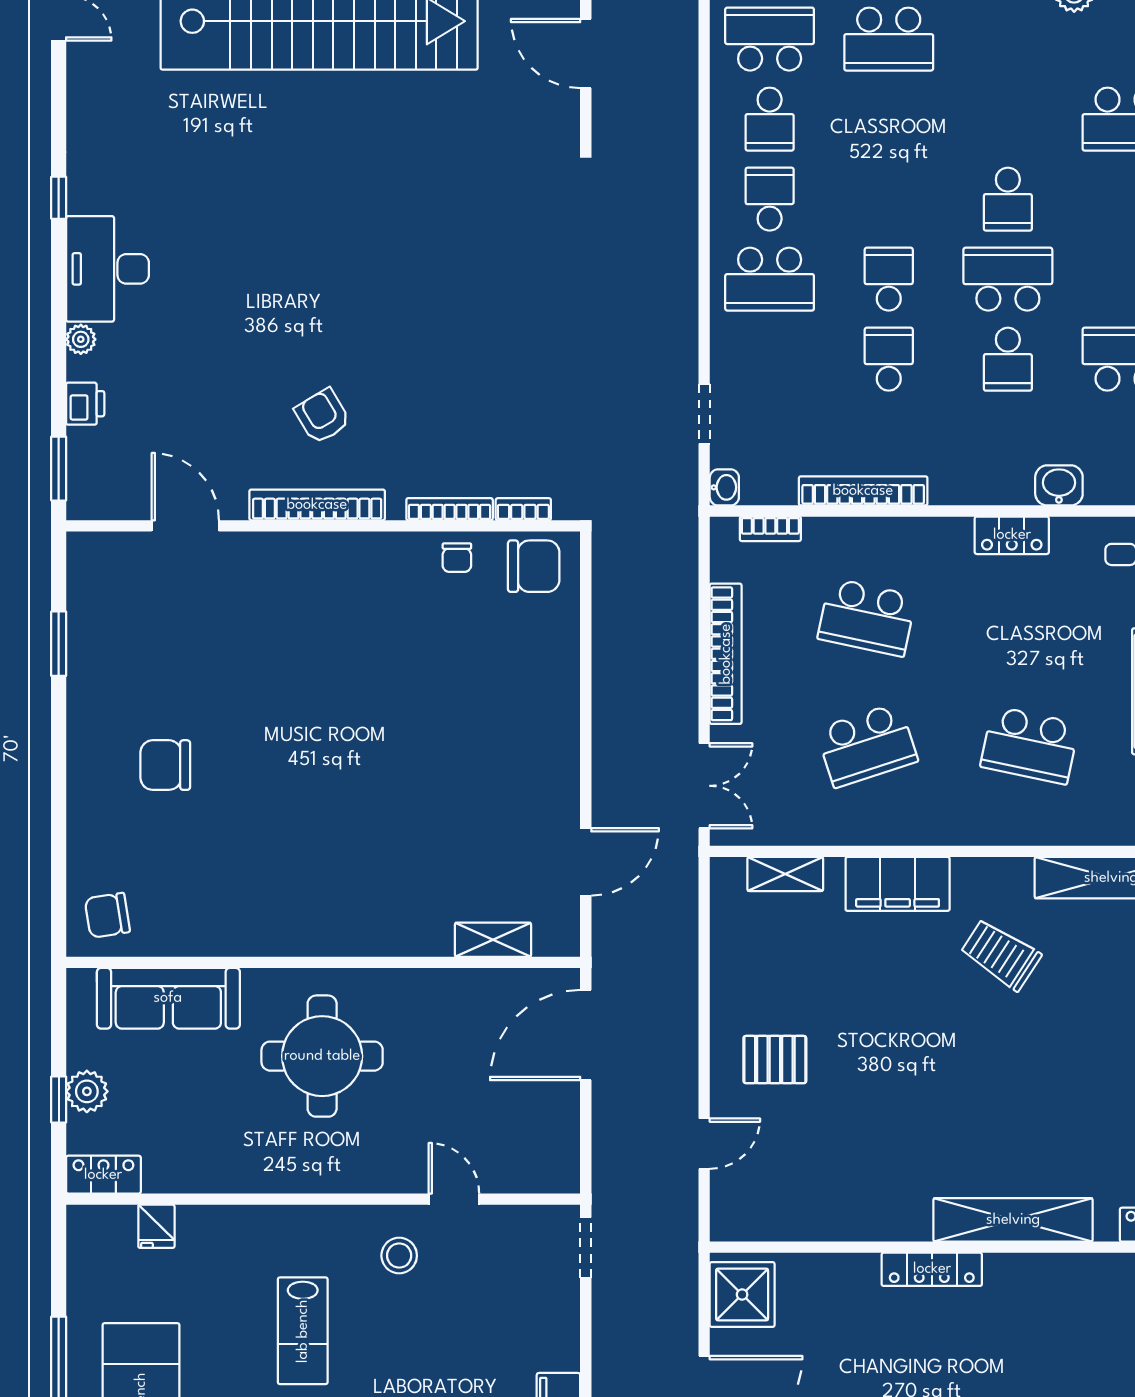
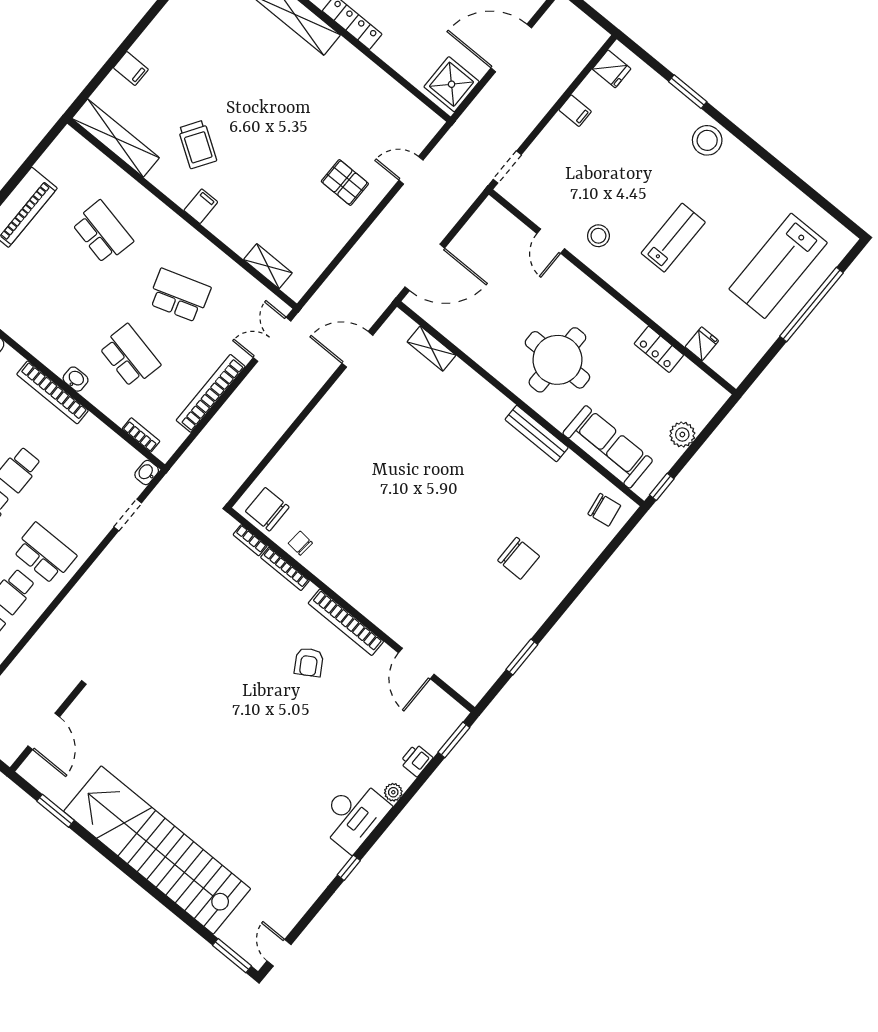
bookcase: (863, 491) -> (52, 392), moved
washbasin: (911, 532) -> (76, 379), added
locker: (1012, 535) -> (29, 338), removed
chair: (457, 558) -> (300, 543), turned -85
filing cabinet: (898, 884) -> (201, 206), width x0.33, depth x0.86
bench: (272, 941) -> (537, 433), added
window: (59, 1100) -> (662, 487), moved
locker: (103, 1175) -> (659, 349), moved

